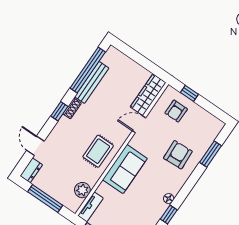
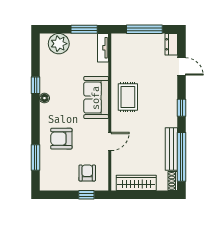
wardrobe: (148, 95) -> (136, 183), moved, turned -90
shoe rack: (72, 108) -> (173, 181), moved
armchair: (178, 155) -> (61, 139), turned 93
plant: (82, 190) -> (119, 57), removed

